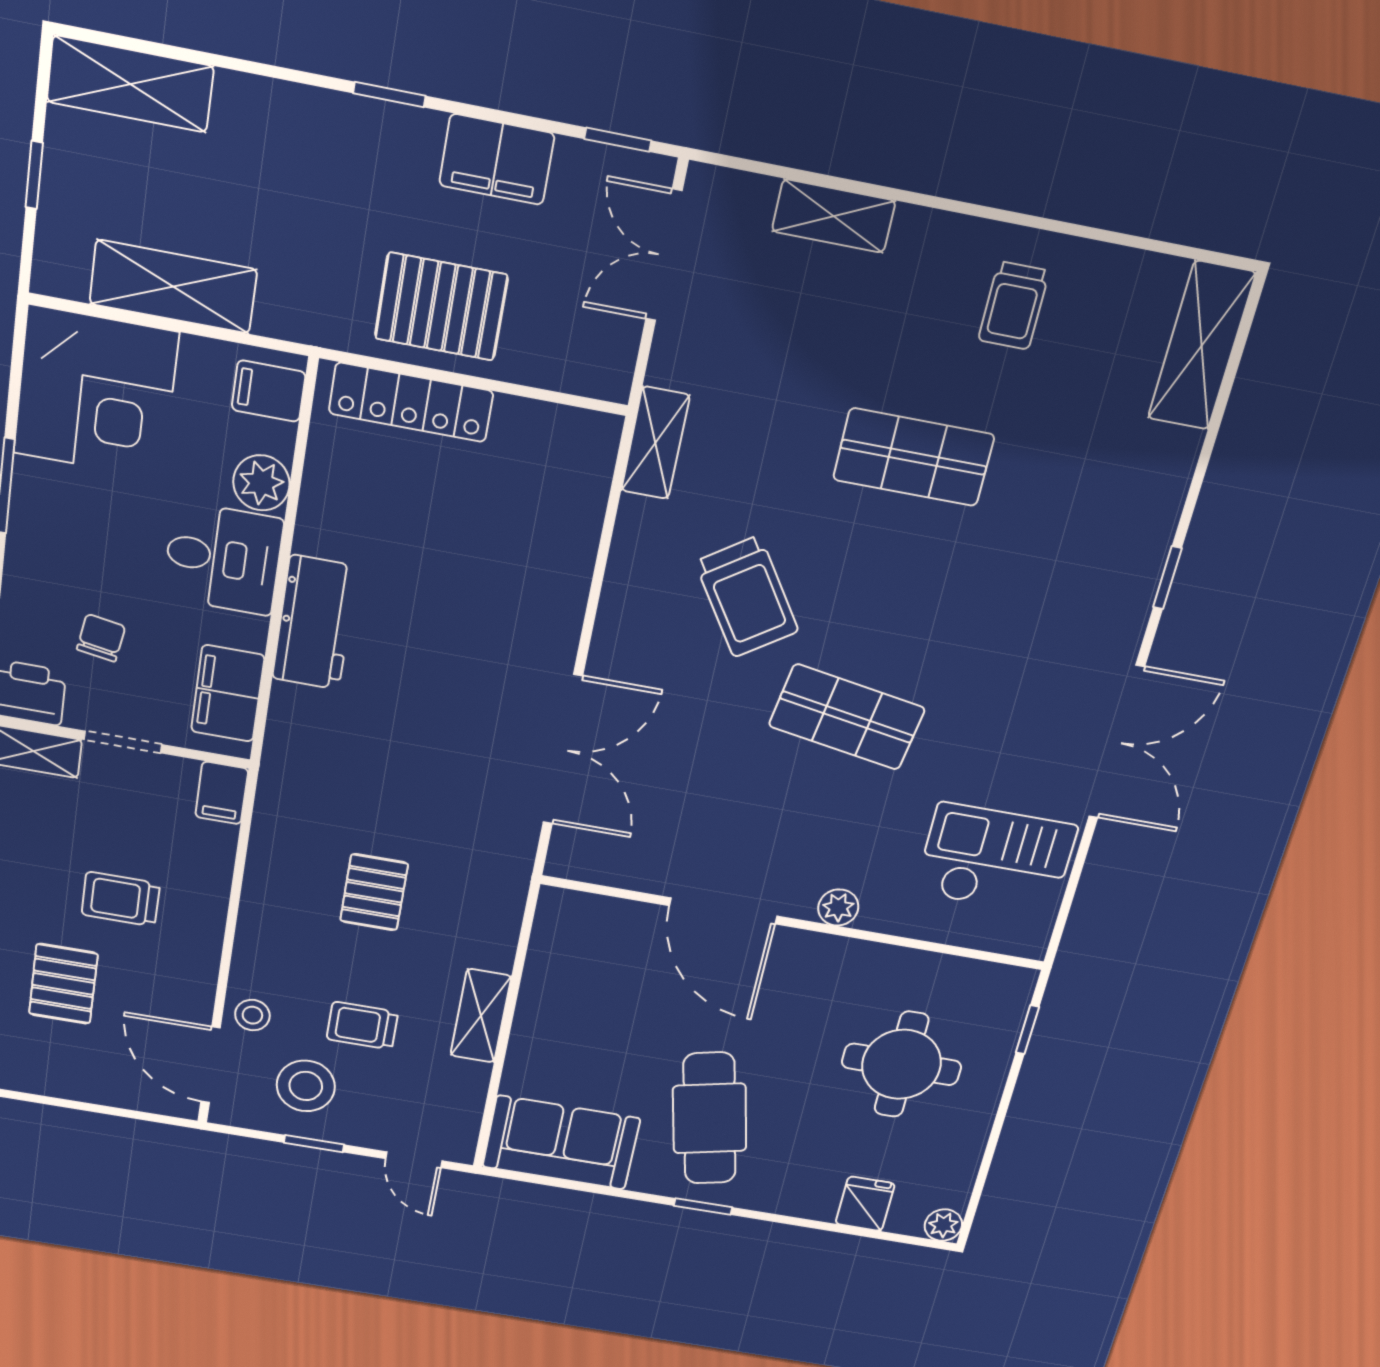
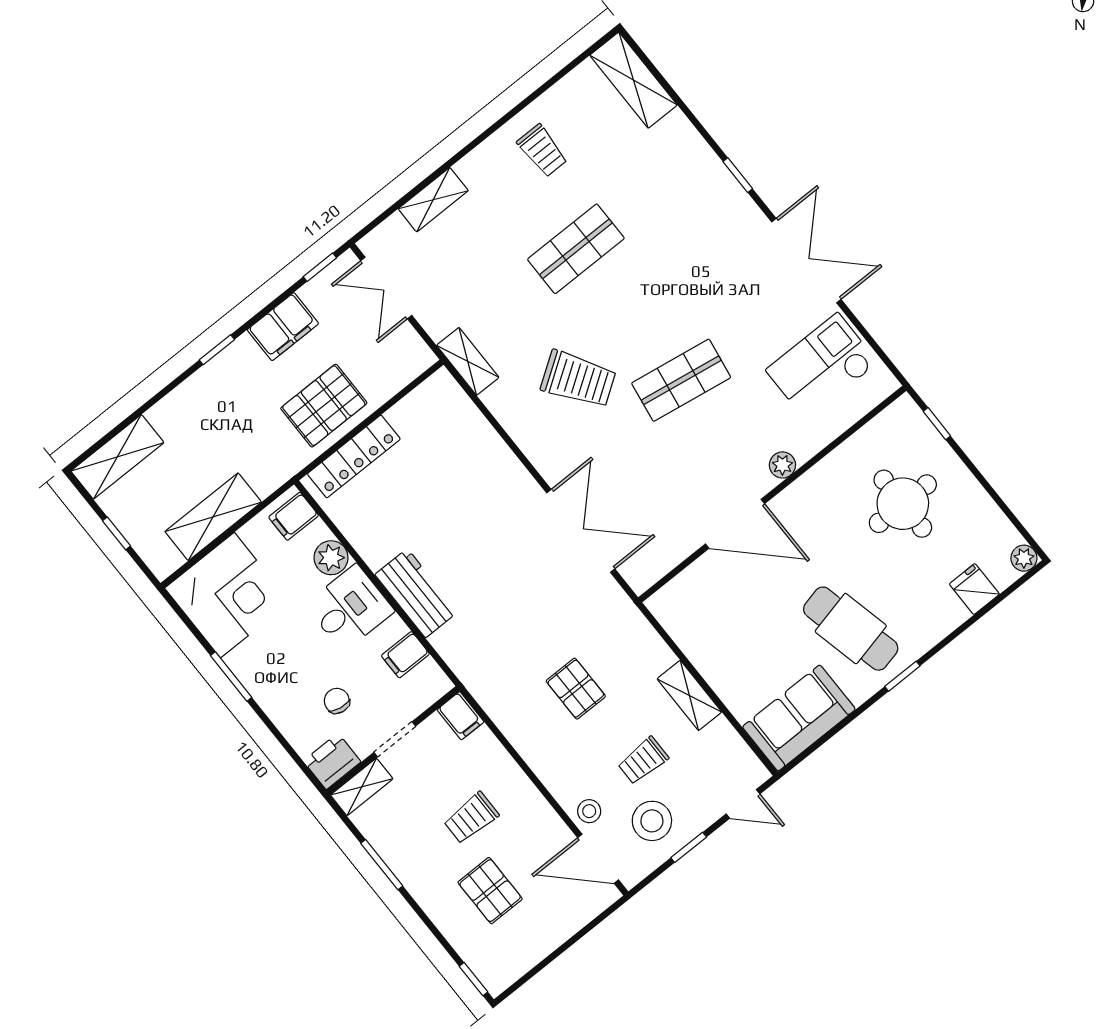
filing cabinet: (228, 693) -> (405, 655), width x0.50

